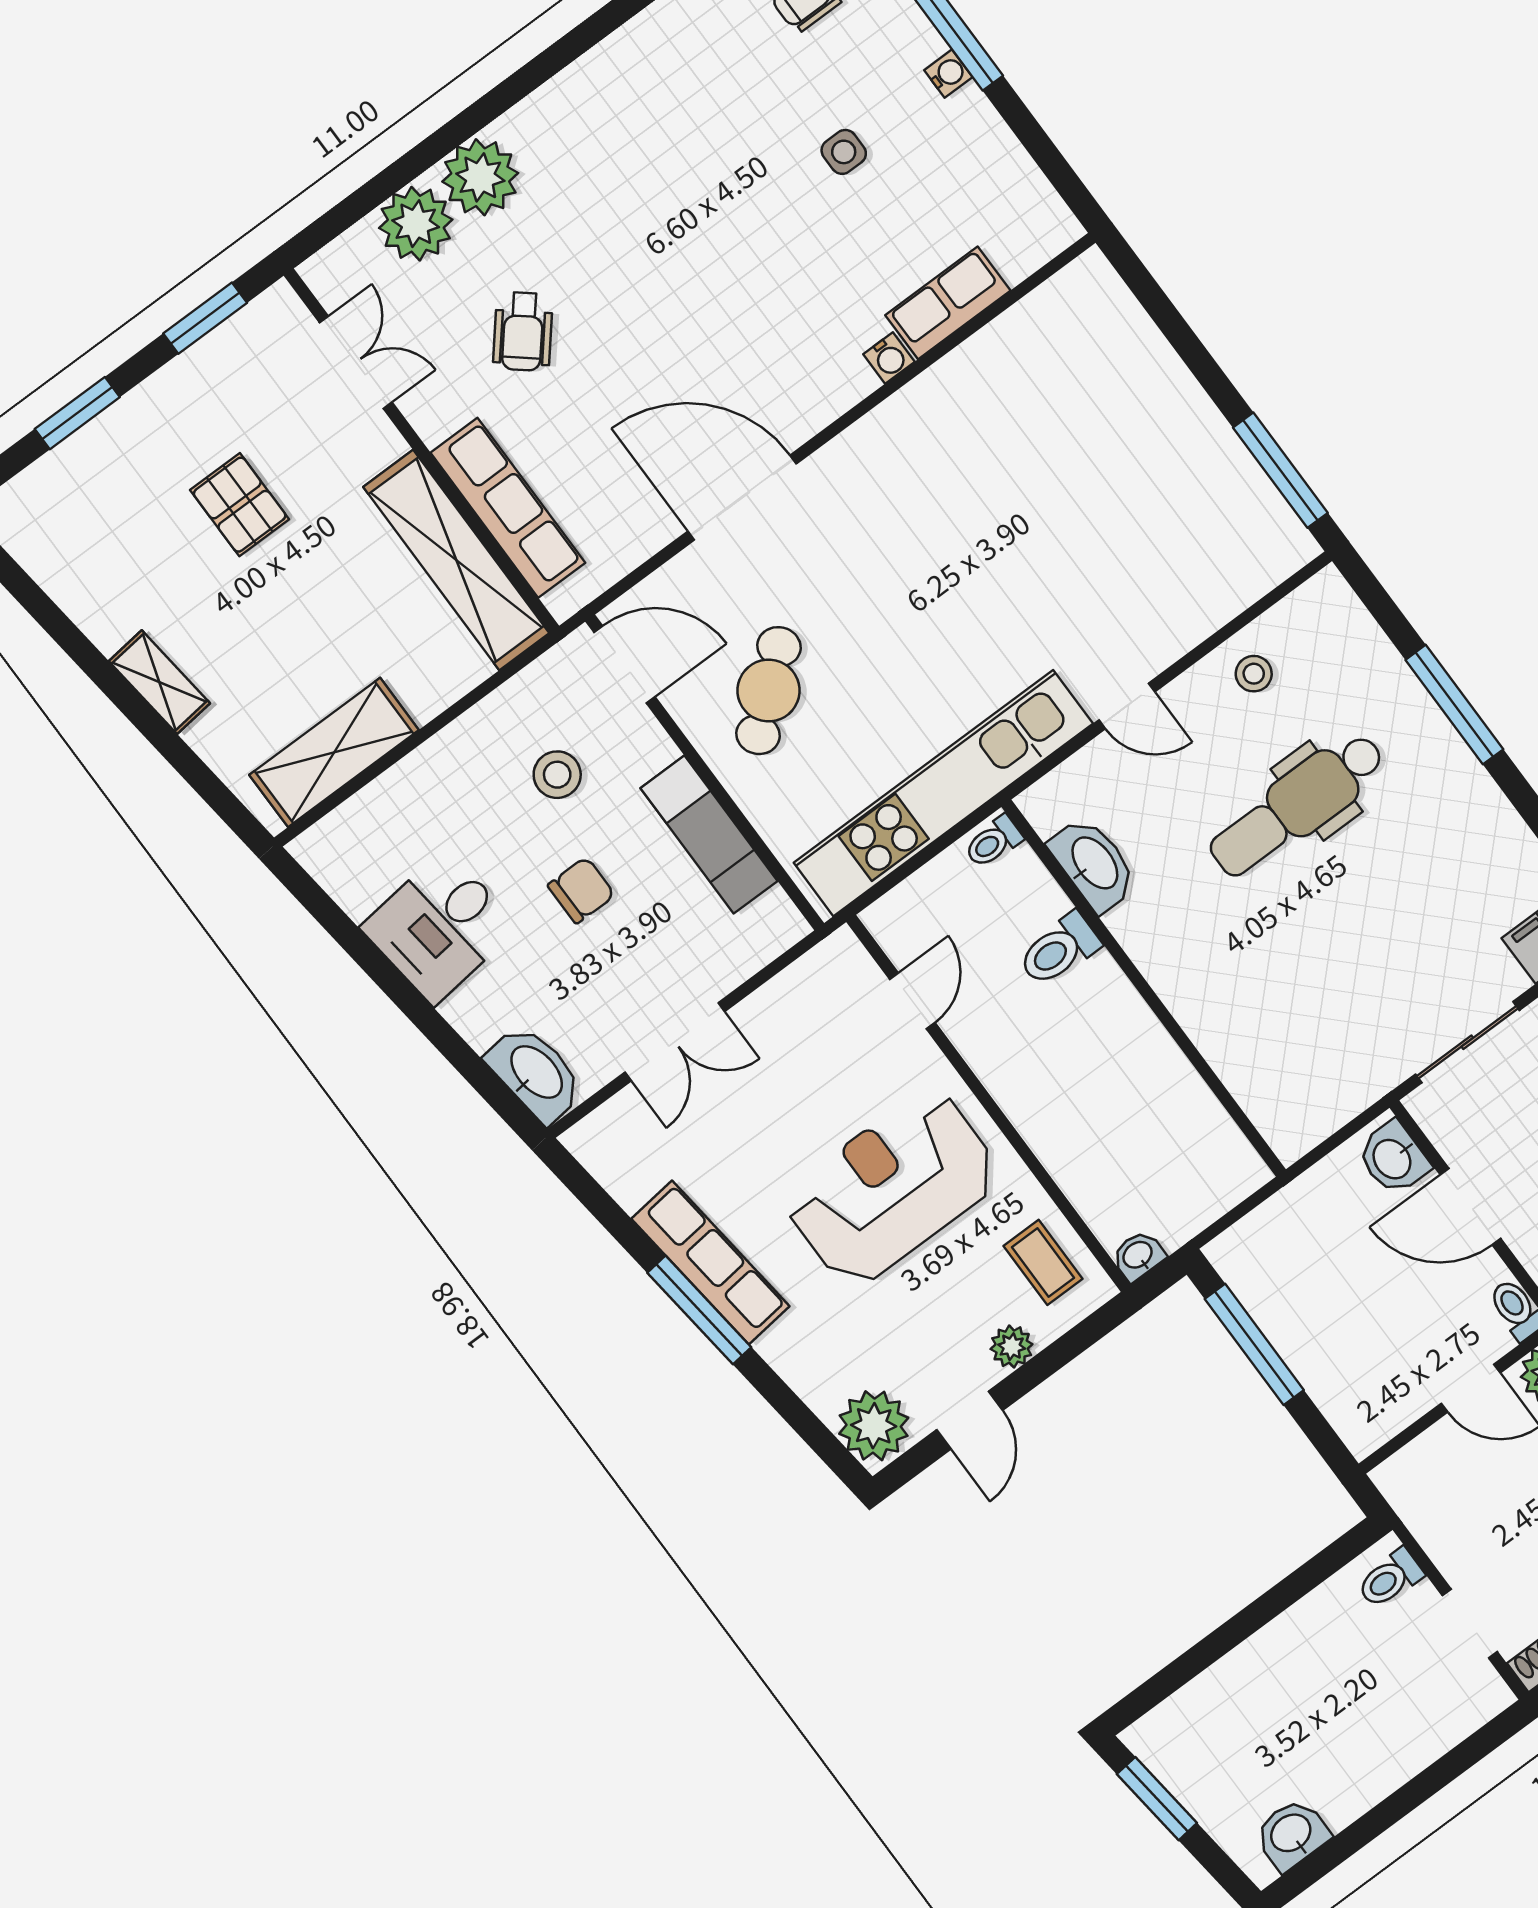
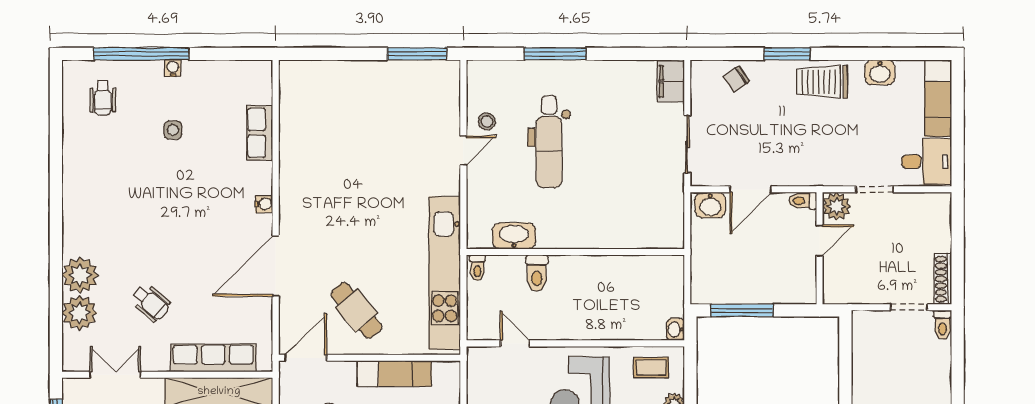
water cooler: (889, 358) -> (264, 204), moved
door: (1127, 706) -> (463, 150), moved
toilet: (1390, 1578) -> (943, 325), moved

